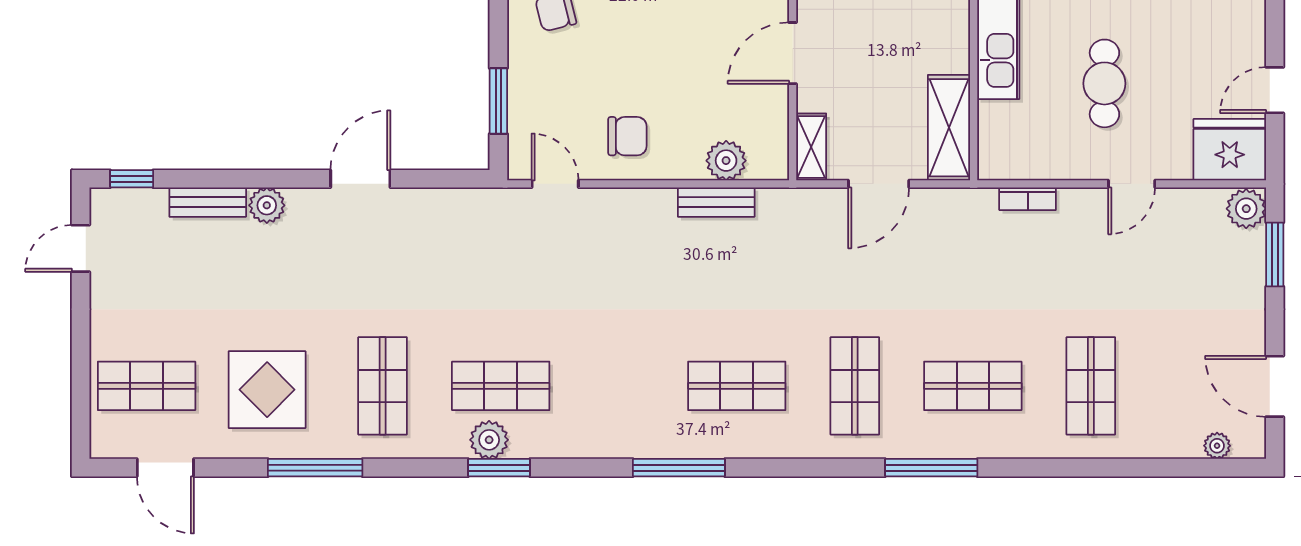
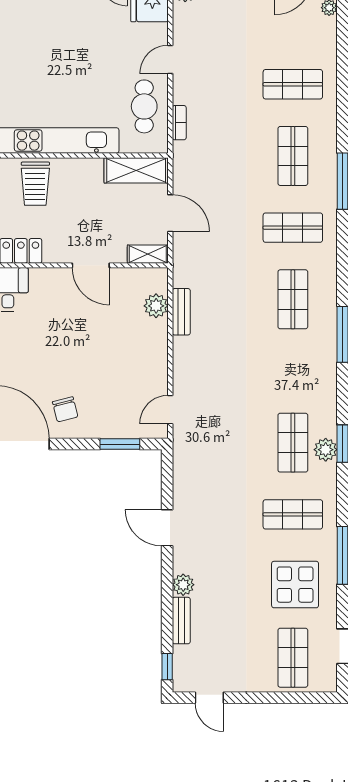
cafe table: (1104, 83) -> (144, 106), moved, turned 90
chair: (627, 136) -> (141, 366), removed
door: (1132, 184) -> (170, 59), swing flipped

